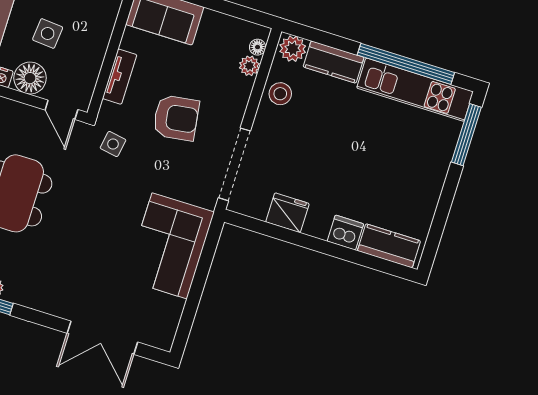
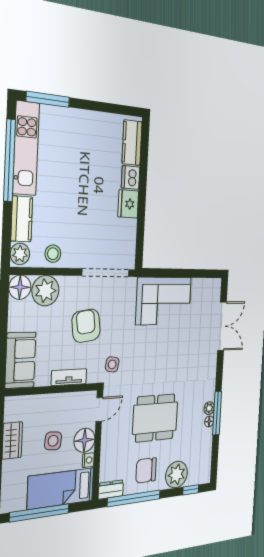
floor lamp: (258, 47) -> (20, 287), width x1.89, depth x1.89
plant: (249, 66) -> (45, 291), width x1.88, depth x1.88
fridge: (287, 213) -> (128, 204), moved

